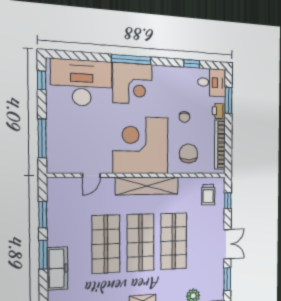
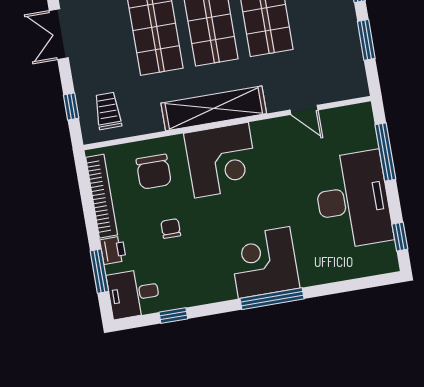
desk: (82, 83) -> (353, 200), moved, turned -90
corner desk: (141, 145) -> (221, 160), width x0.74, depth x0.74
door: (91, 175) -> (304, 110), swing flipped

